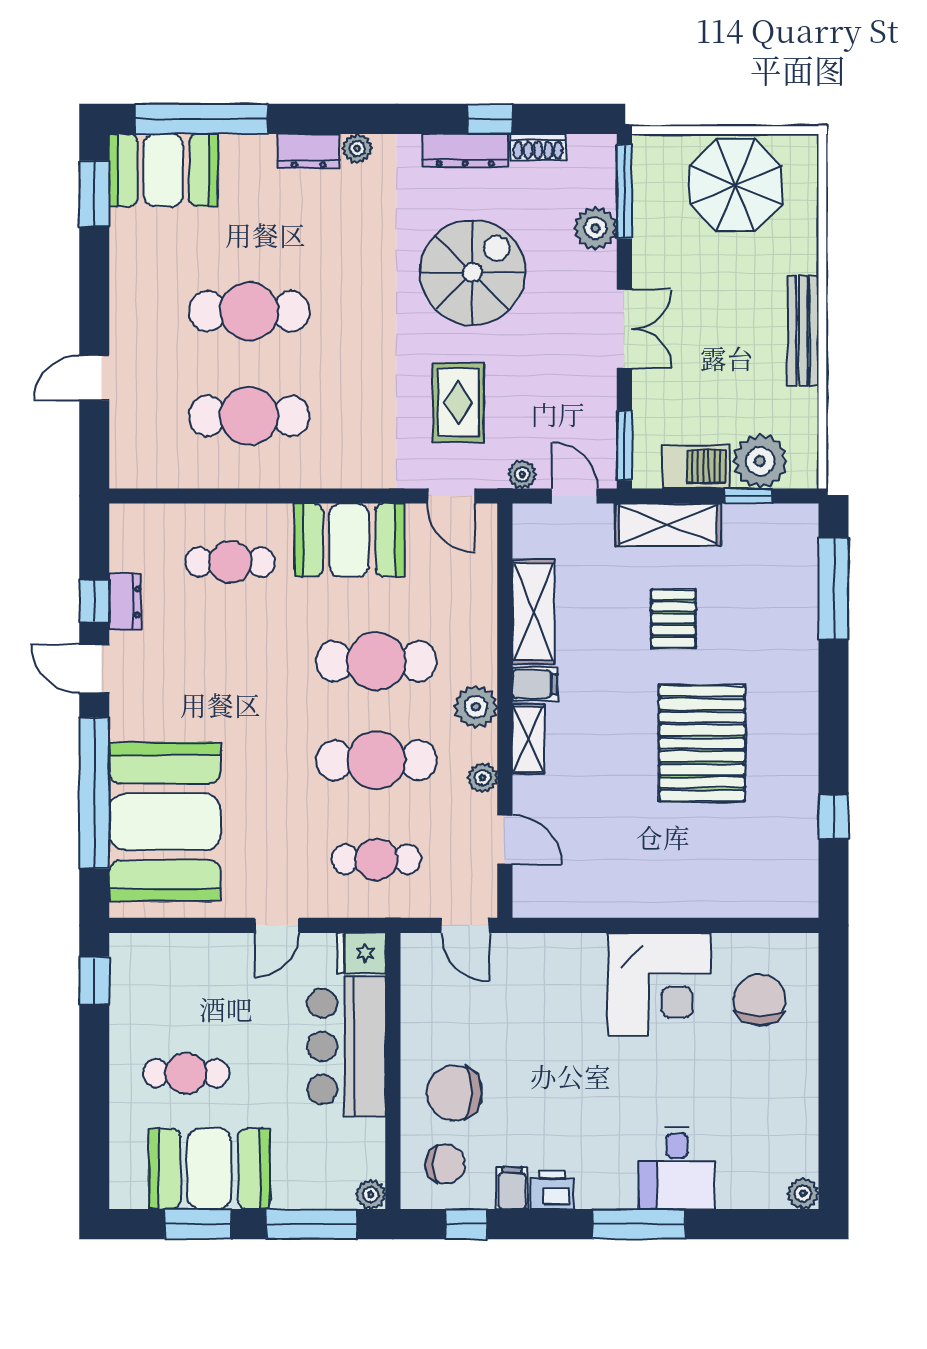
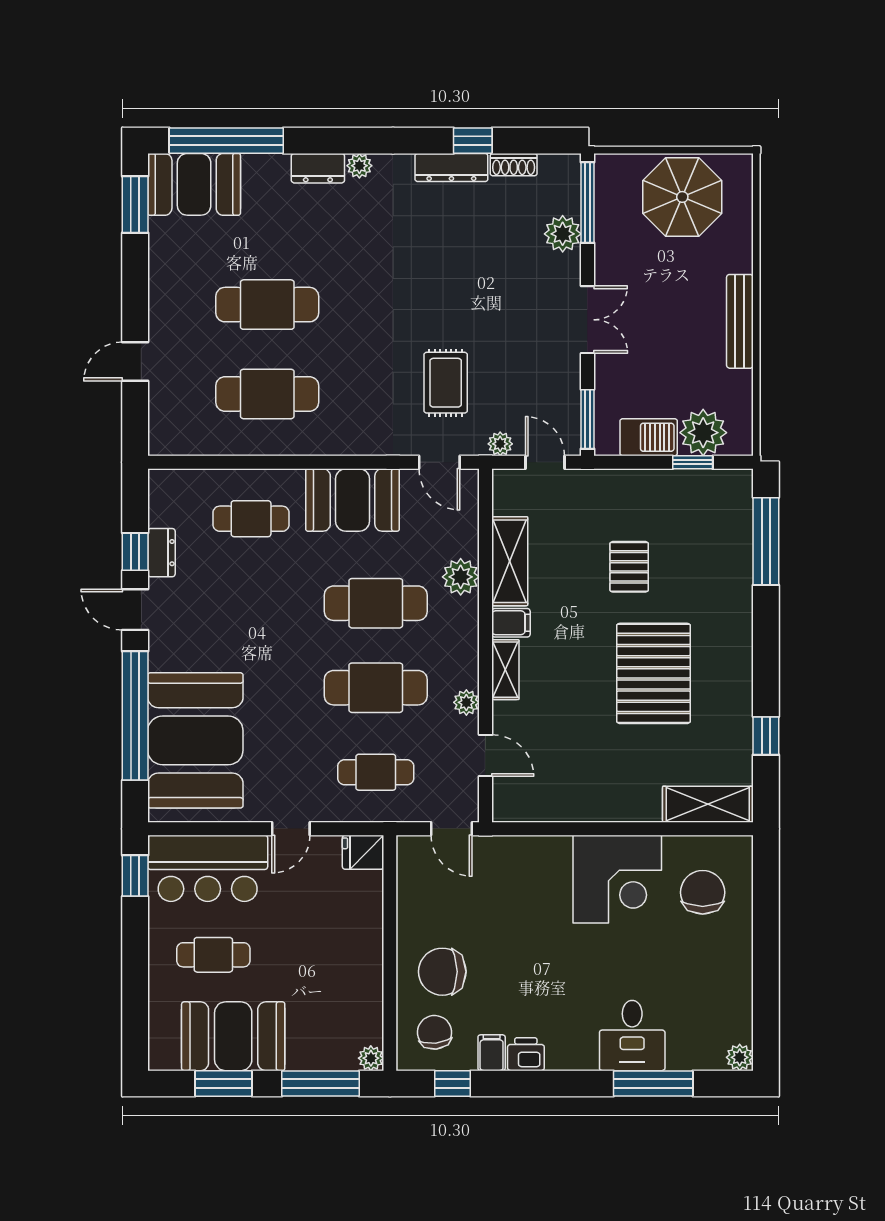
spiral stairs: (473, 272) -> (458, 272), removed
shelving: (668, 525) -> (708, 804), moved
plant: (476, 707) -> (461, 577), moved
bar counter: (346, 1046) -> (208, 868), moved, turned -90
chair: (445, 1164) -> (435, 1032), turned -96
window: (639, 1224) -> (653, 1083), moved

